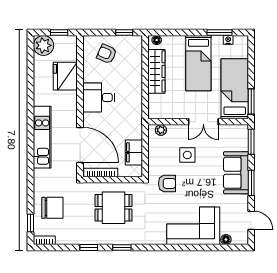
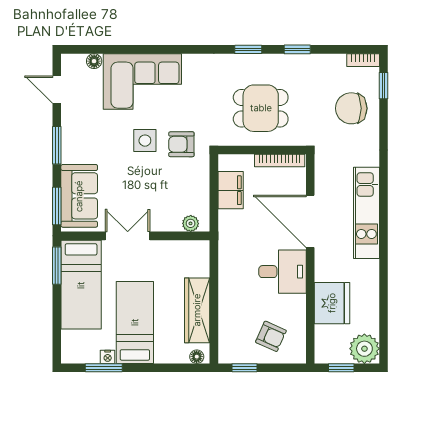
nightstand: (228, 40) -> (108, 357), moved
door: (80, 145) -> (310, 221), moved
side table: (187, 155) -> (145, 141), moved
sofa: (236, 173) -> (79, 196), moved

